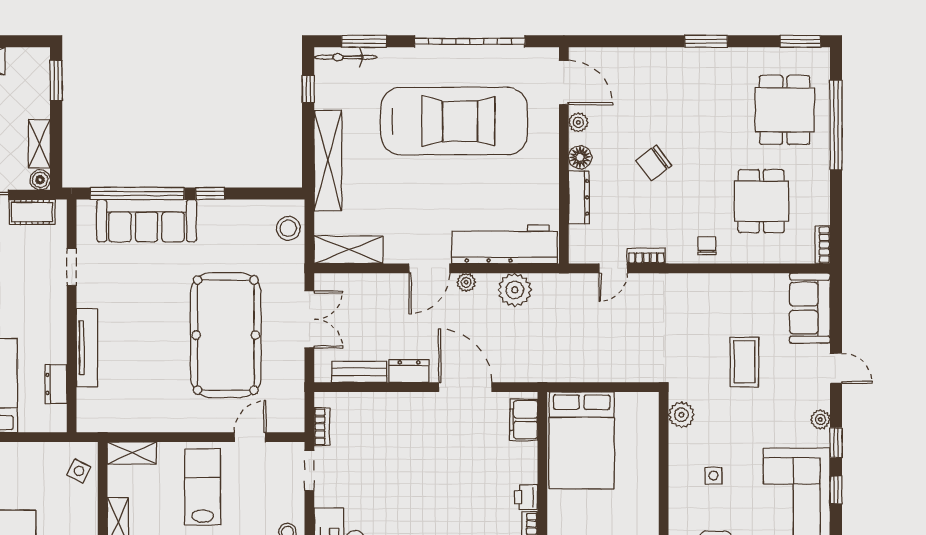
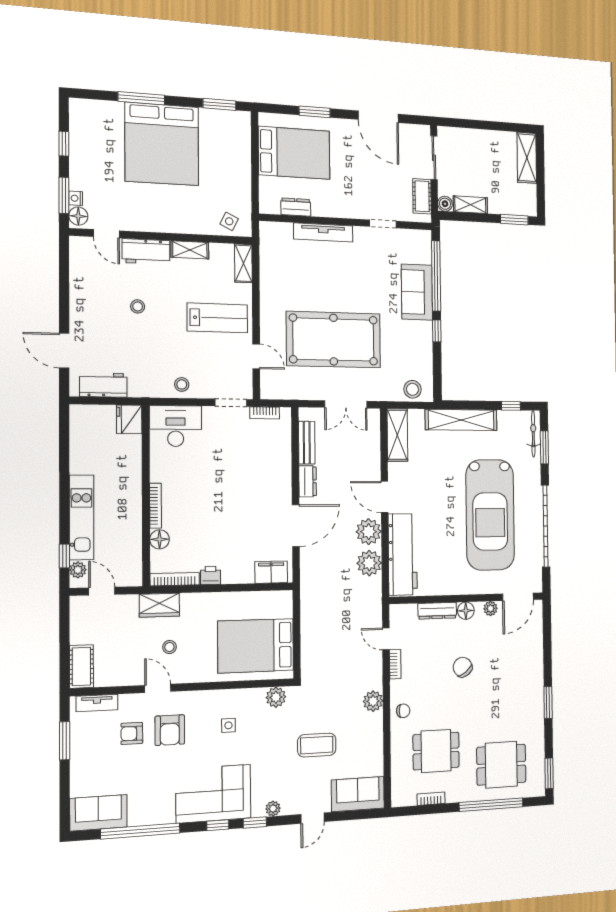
sofa: (147, 221) -> (417, 292), width x0.73
bookcase: (823, 245) -> (431, 799), moved
plant: (466, 282) -> (369, 532), width x1.88, depth x1.88
plant: (693, 287) -> (373, 701), added
bed: (582, 440) -> (256, 646), moved

